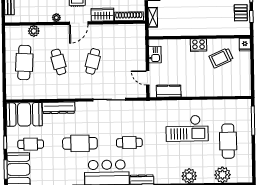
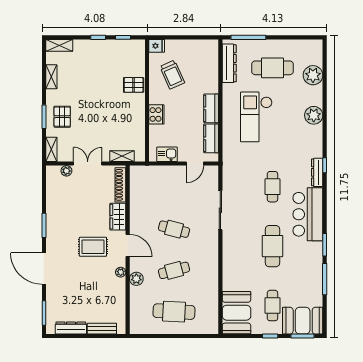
pallet: (241, 13) -> (134, 85), moved
plant: (34, 31) -> (136, 279), moved
cooker: (198, 45) -> (156, 114), moved
kitchen counter: (194, 91) -> (211, 108), added
dresser: (59, 108) -> (229, 63), moved
checkout: (187, 128) -> (256, 117), turned 180

